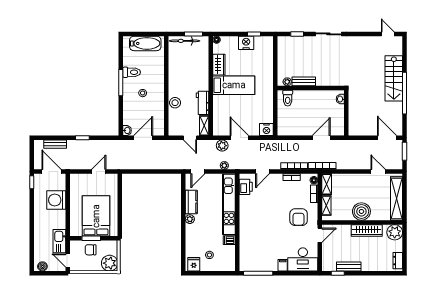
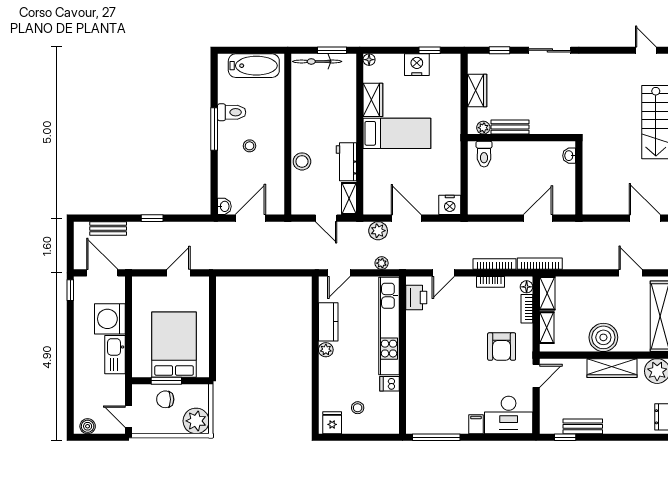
wardrobe: (283, 59) -> (477, 90), added
kitchen sink: (59, 241) -> (115, 355), moved

